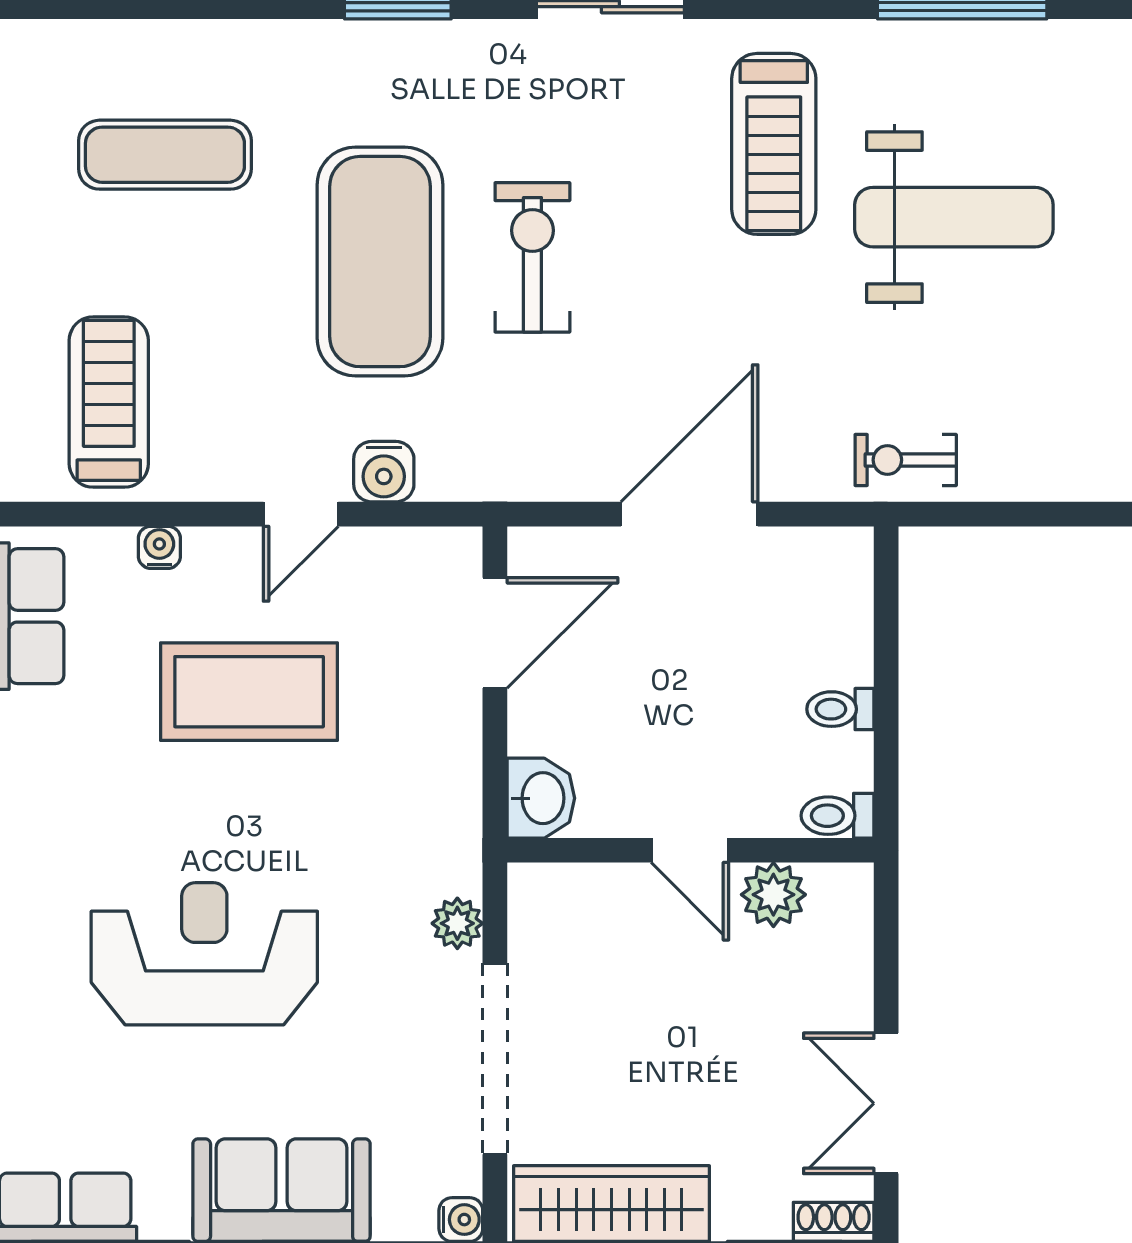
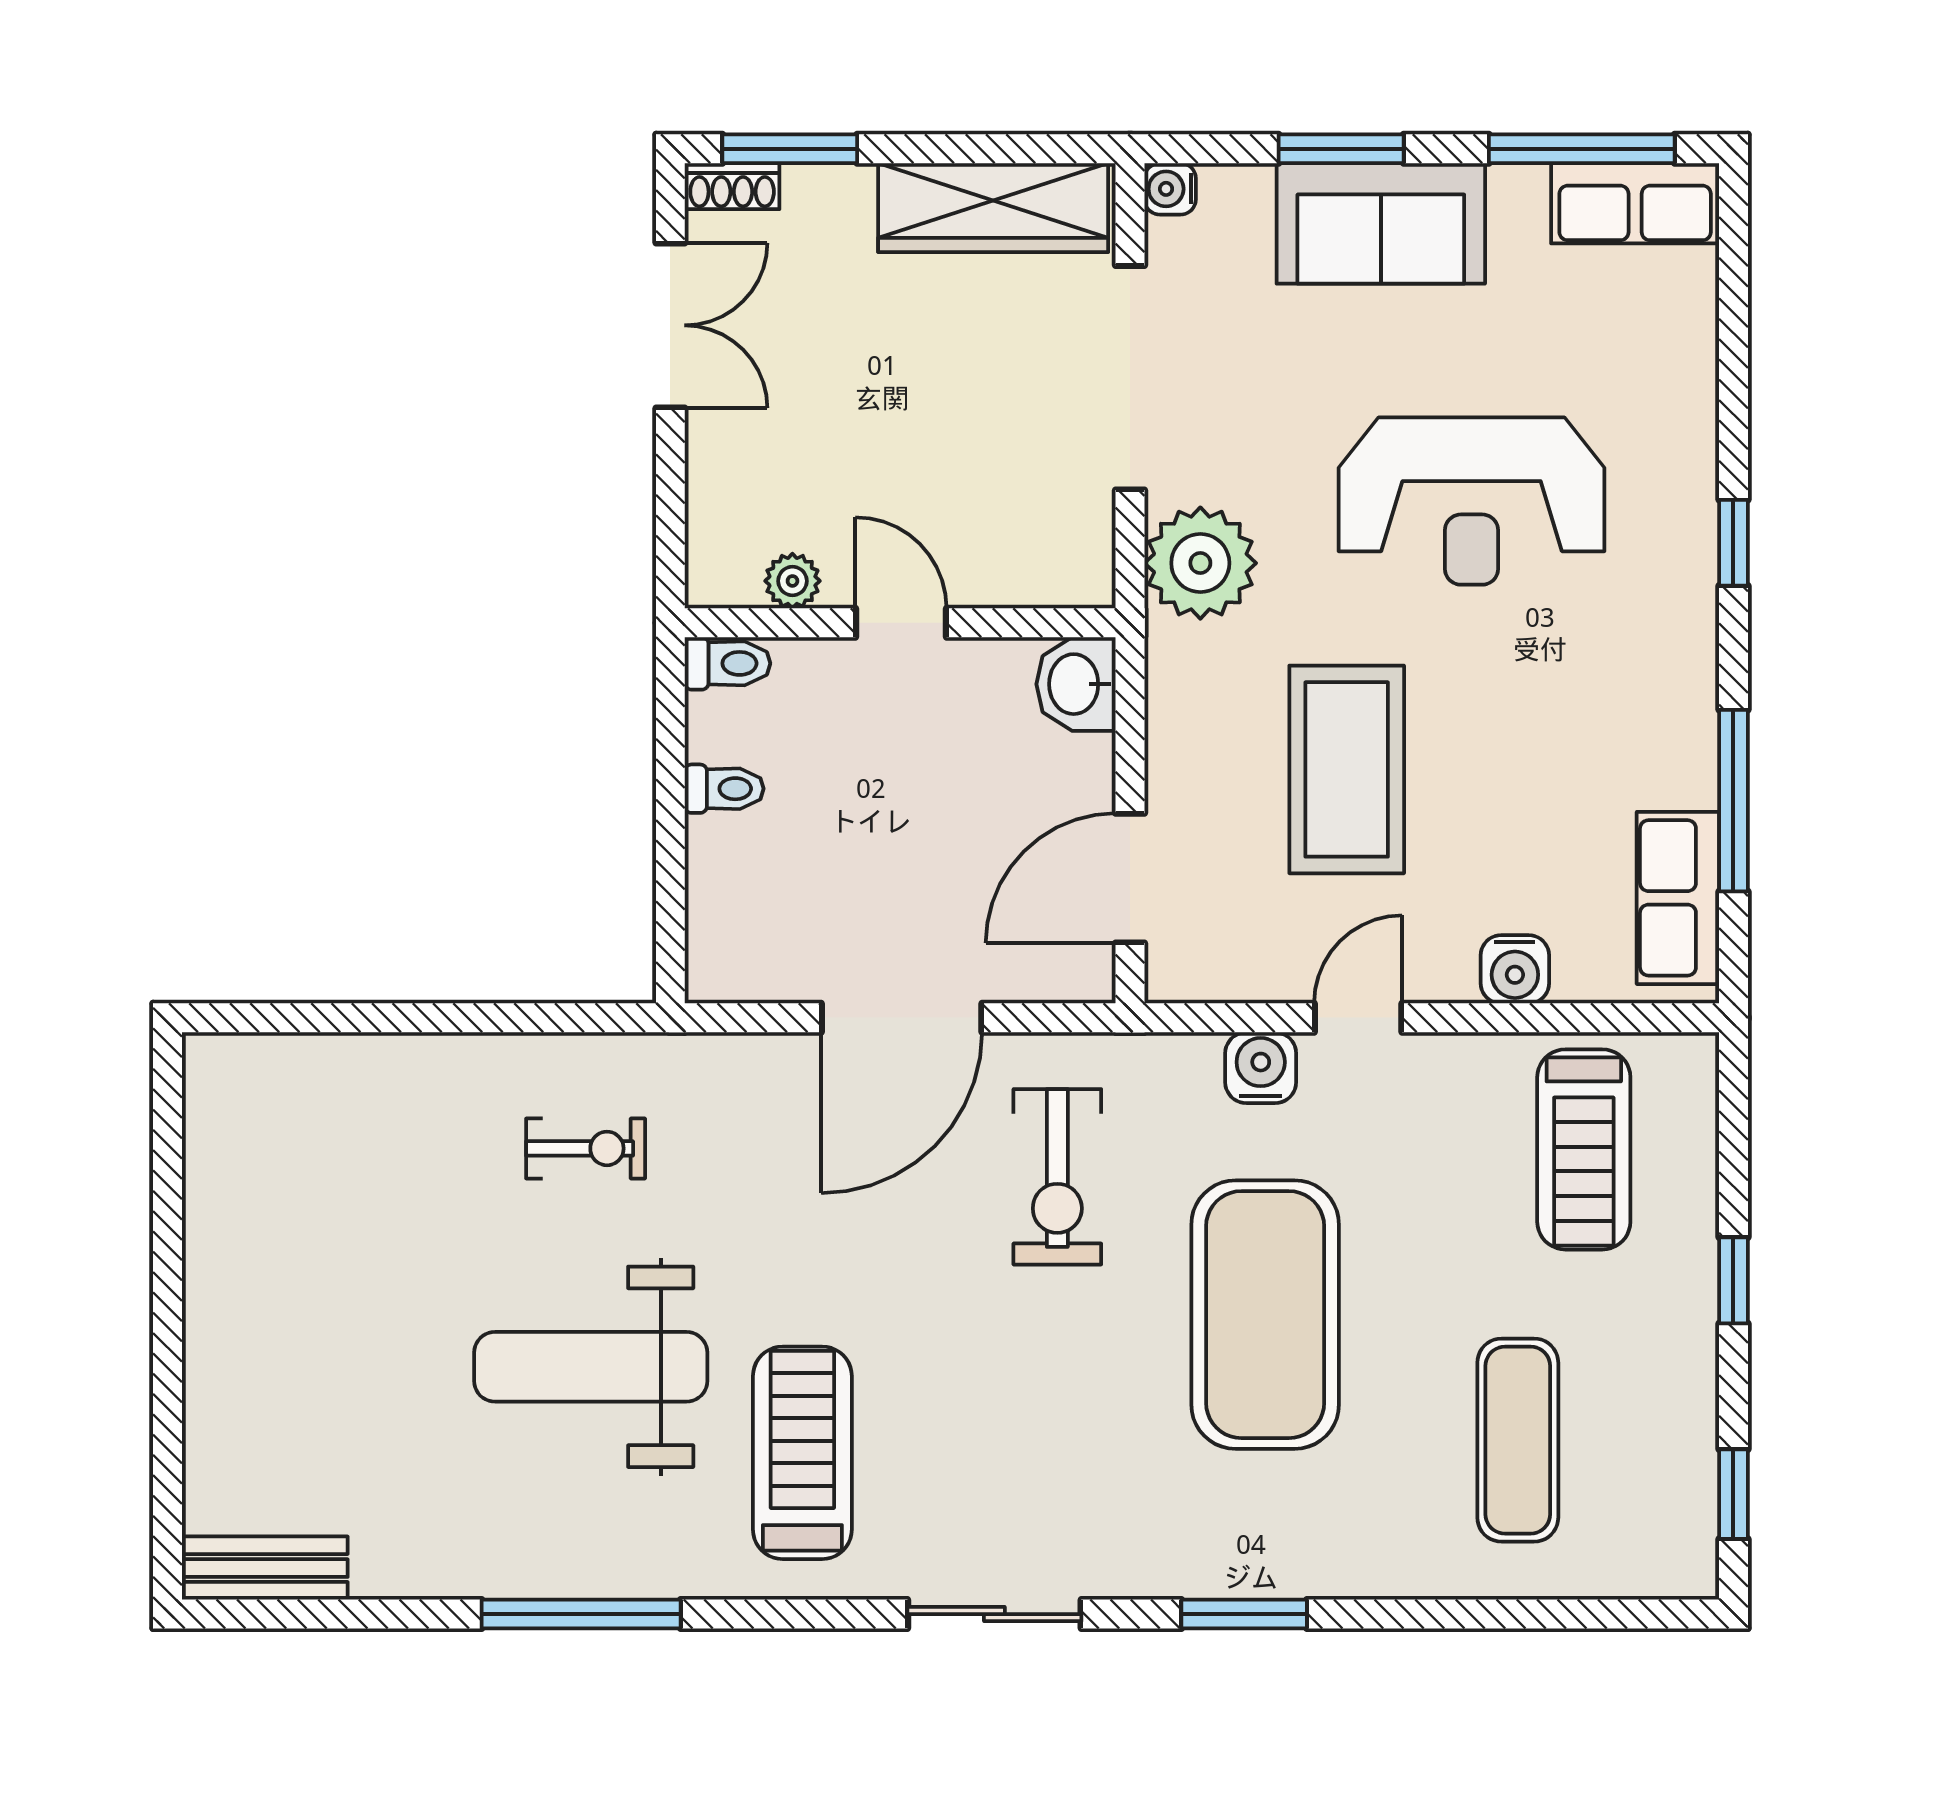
exercise mat: (165, 155) -> (1518, 1440), turned 90
exercise bike: (532, 257) -> (1057, 1177), moved
exercise bike: (906, 460) -> (586, 1148), moved
water cooler: (159, 547) -> (1515, 969), width x1.38, depth x1.38
coffee table: (249, 692) -> (1347, 769), moved, turned 90
plant: (773, 895) -> (792, 581), width x0.73, depth x0.73
plant: (457, 923) -> (1200, 563), width x1.87, depth x1.87

